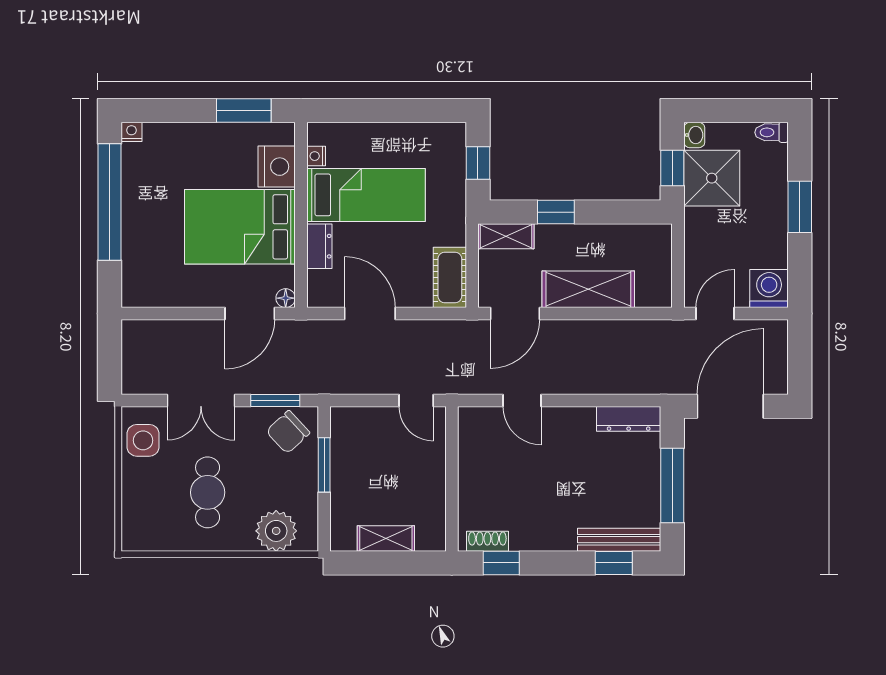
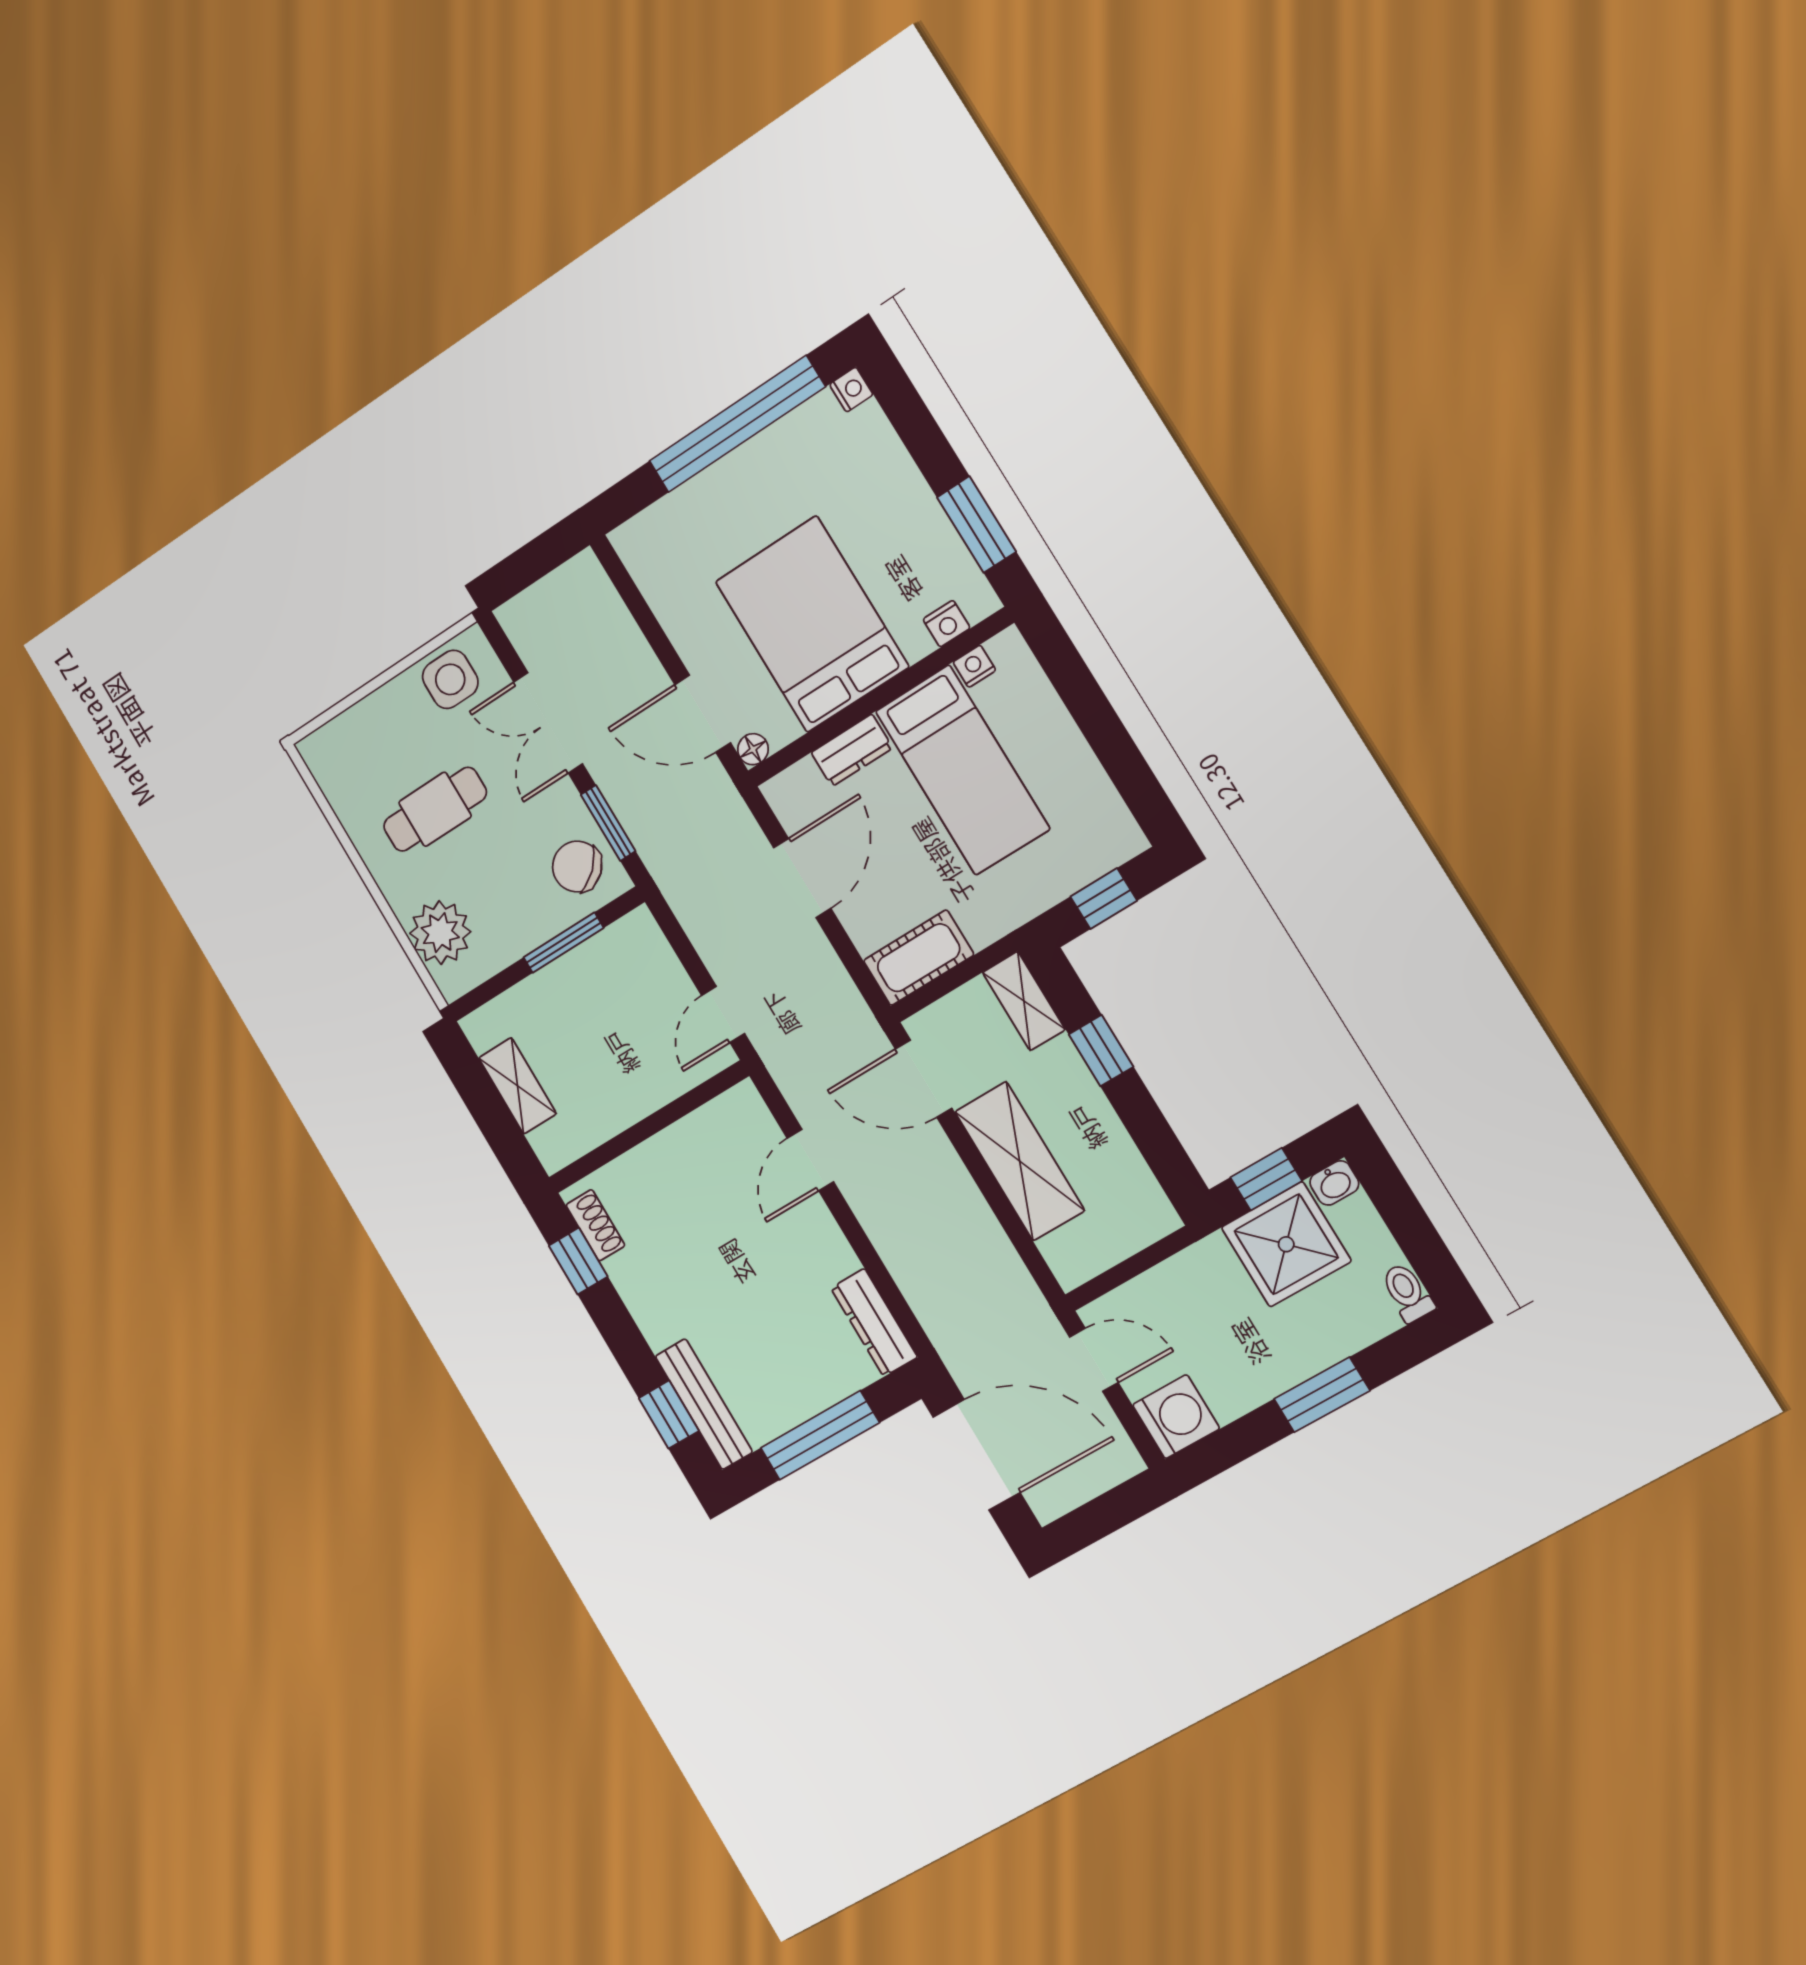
nightstand: (277, 167) -> (947, 624), width x0.53, depth x0.56

